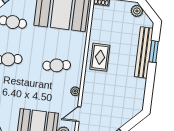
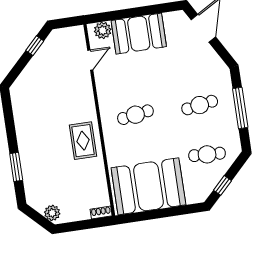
bench: (144, 52) -> (29, 162), removed
plant: (75, 91) -> (102, 88), removed

